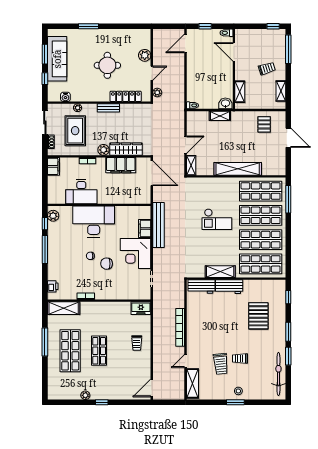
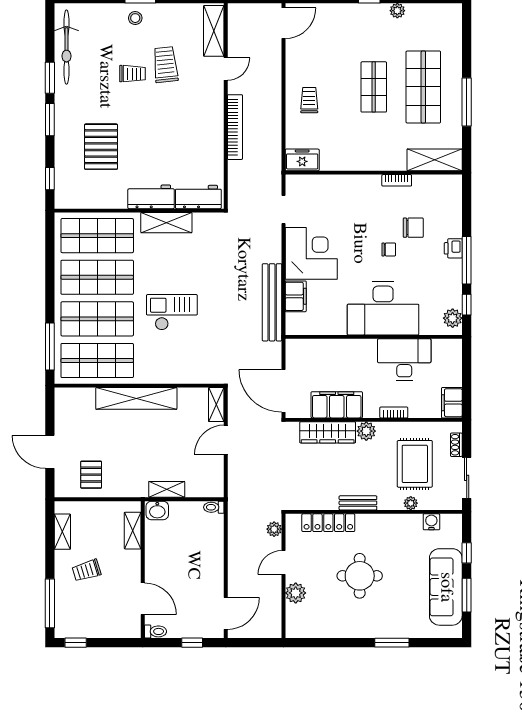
chair: (107, 264) -> (413, 228), moved
printer: (53, 286) -> (453, 248), moved

